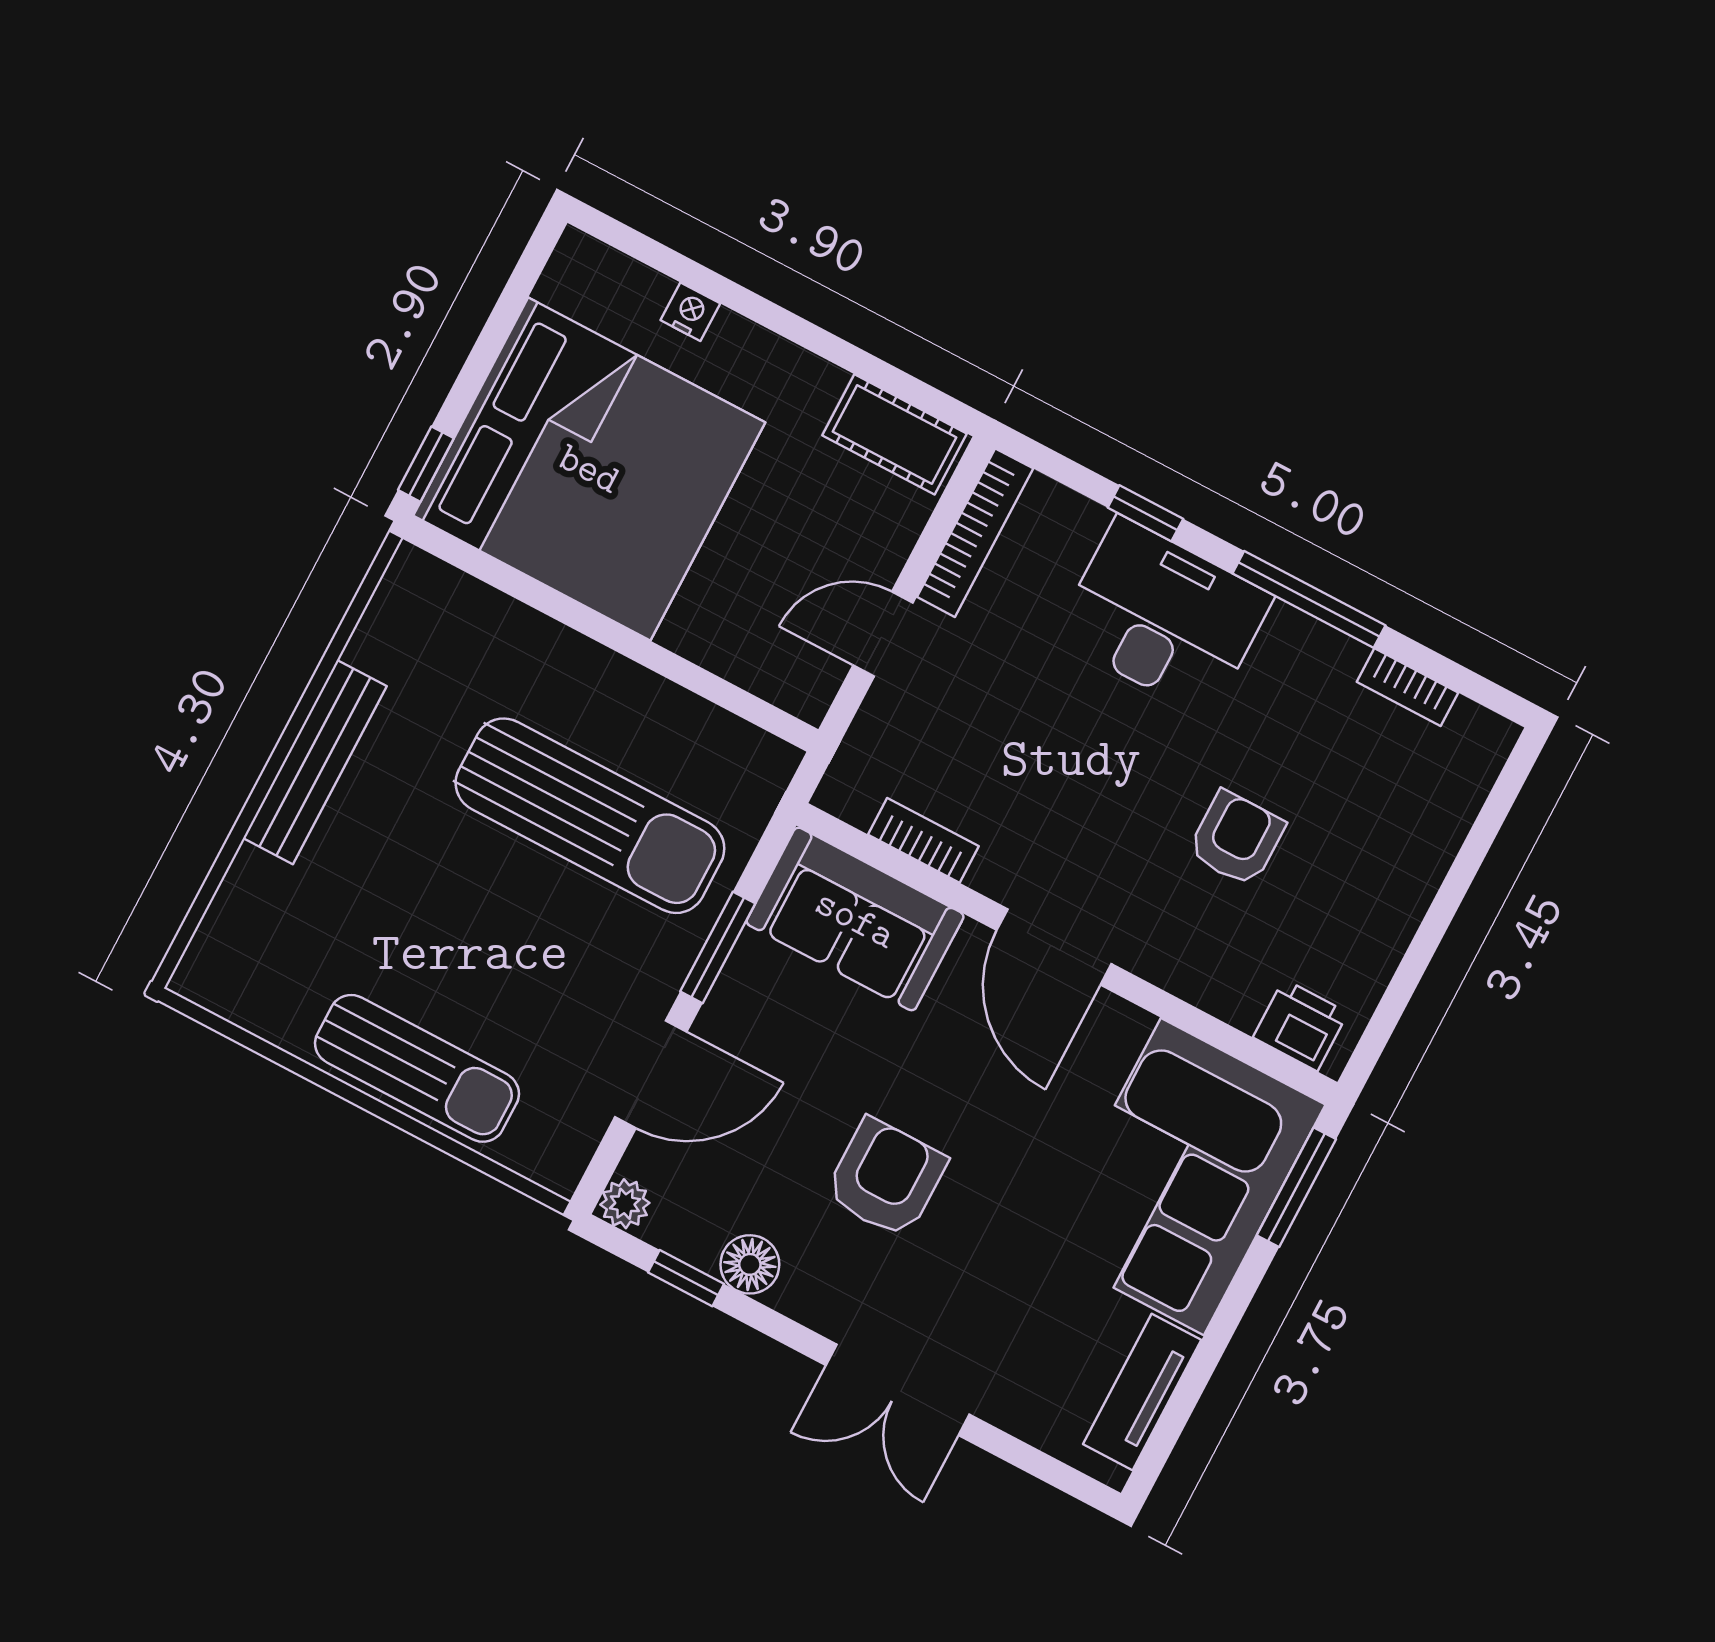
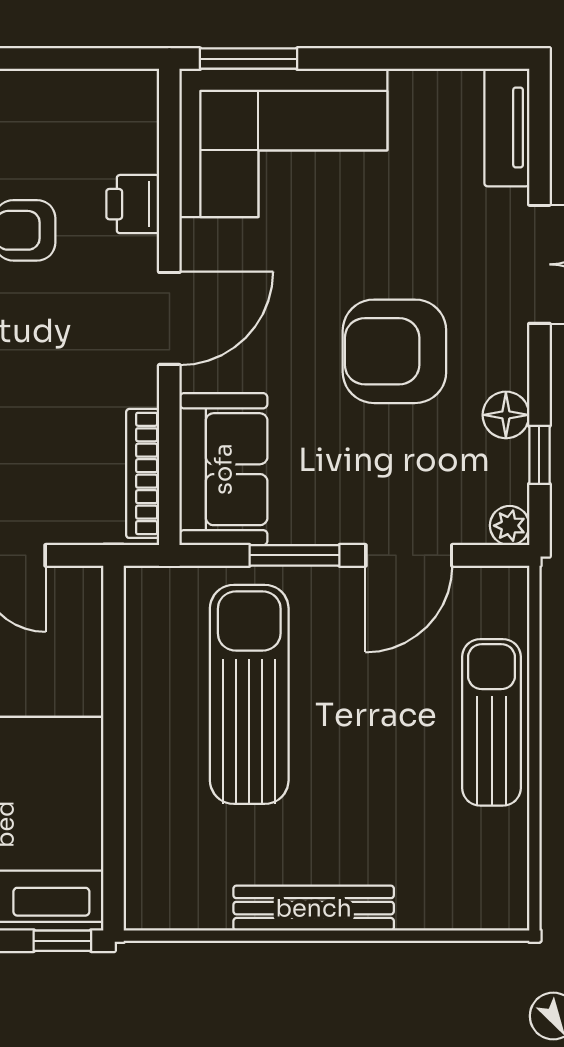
bookcase: (923, 840) -> (143, 473), width x1.56
printer: (1301, 1025) -> (133, 204), moved
door: (651, 1074) -> (409, 555), swing flipped
armchair: (886, 1178) -> (394, 351), width x1.36, depth x1.36
tv unit: (1142, 1392) -> (507, 127), moved, turned 90

